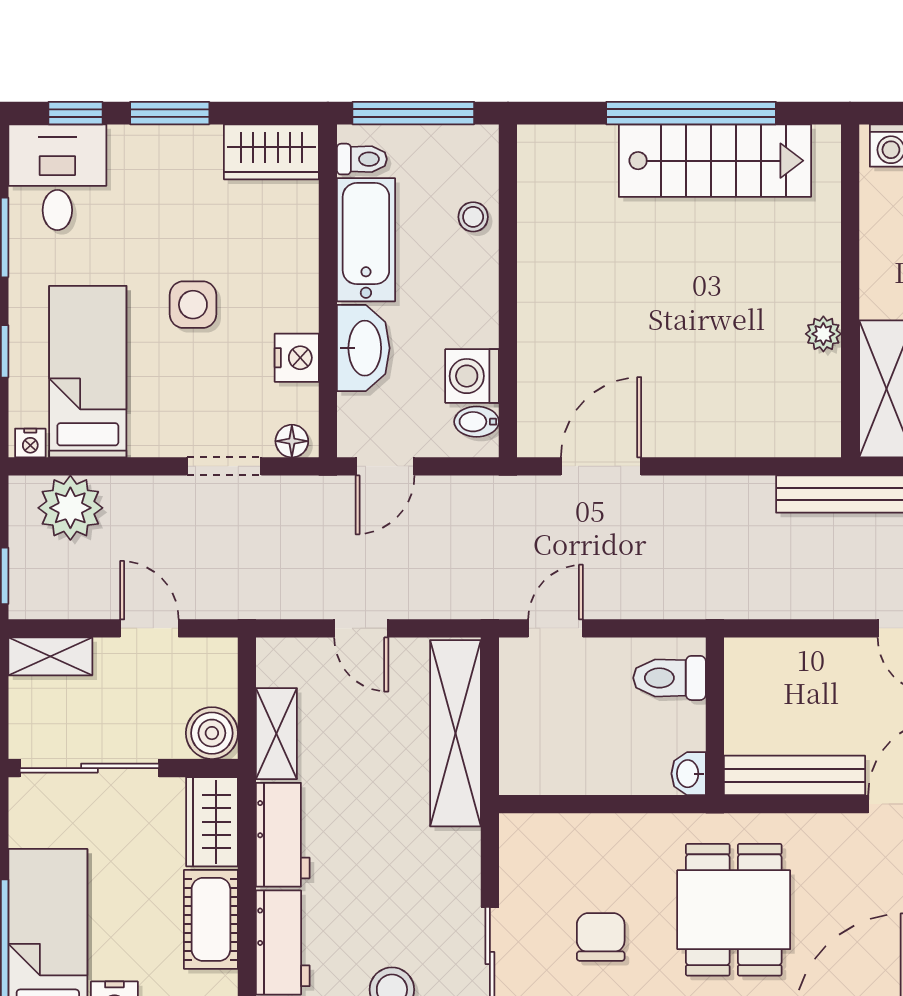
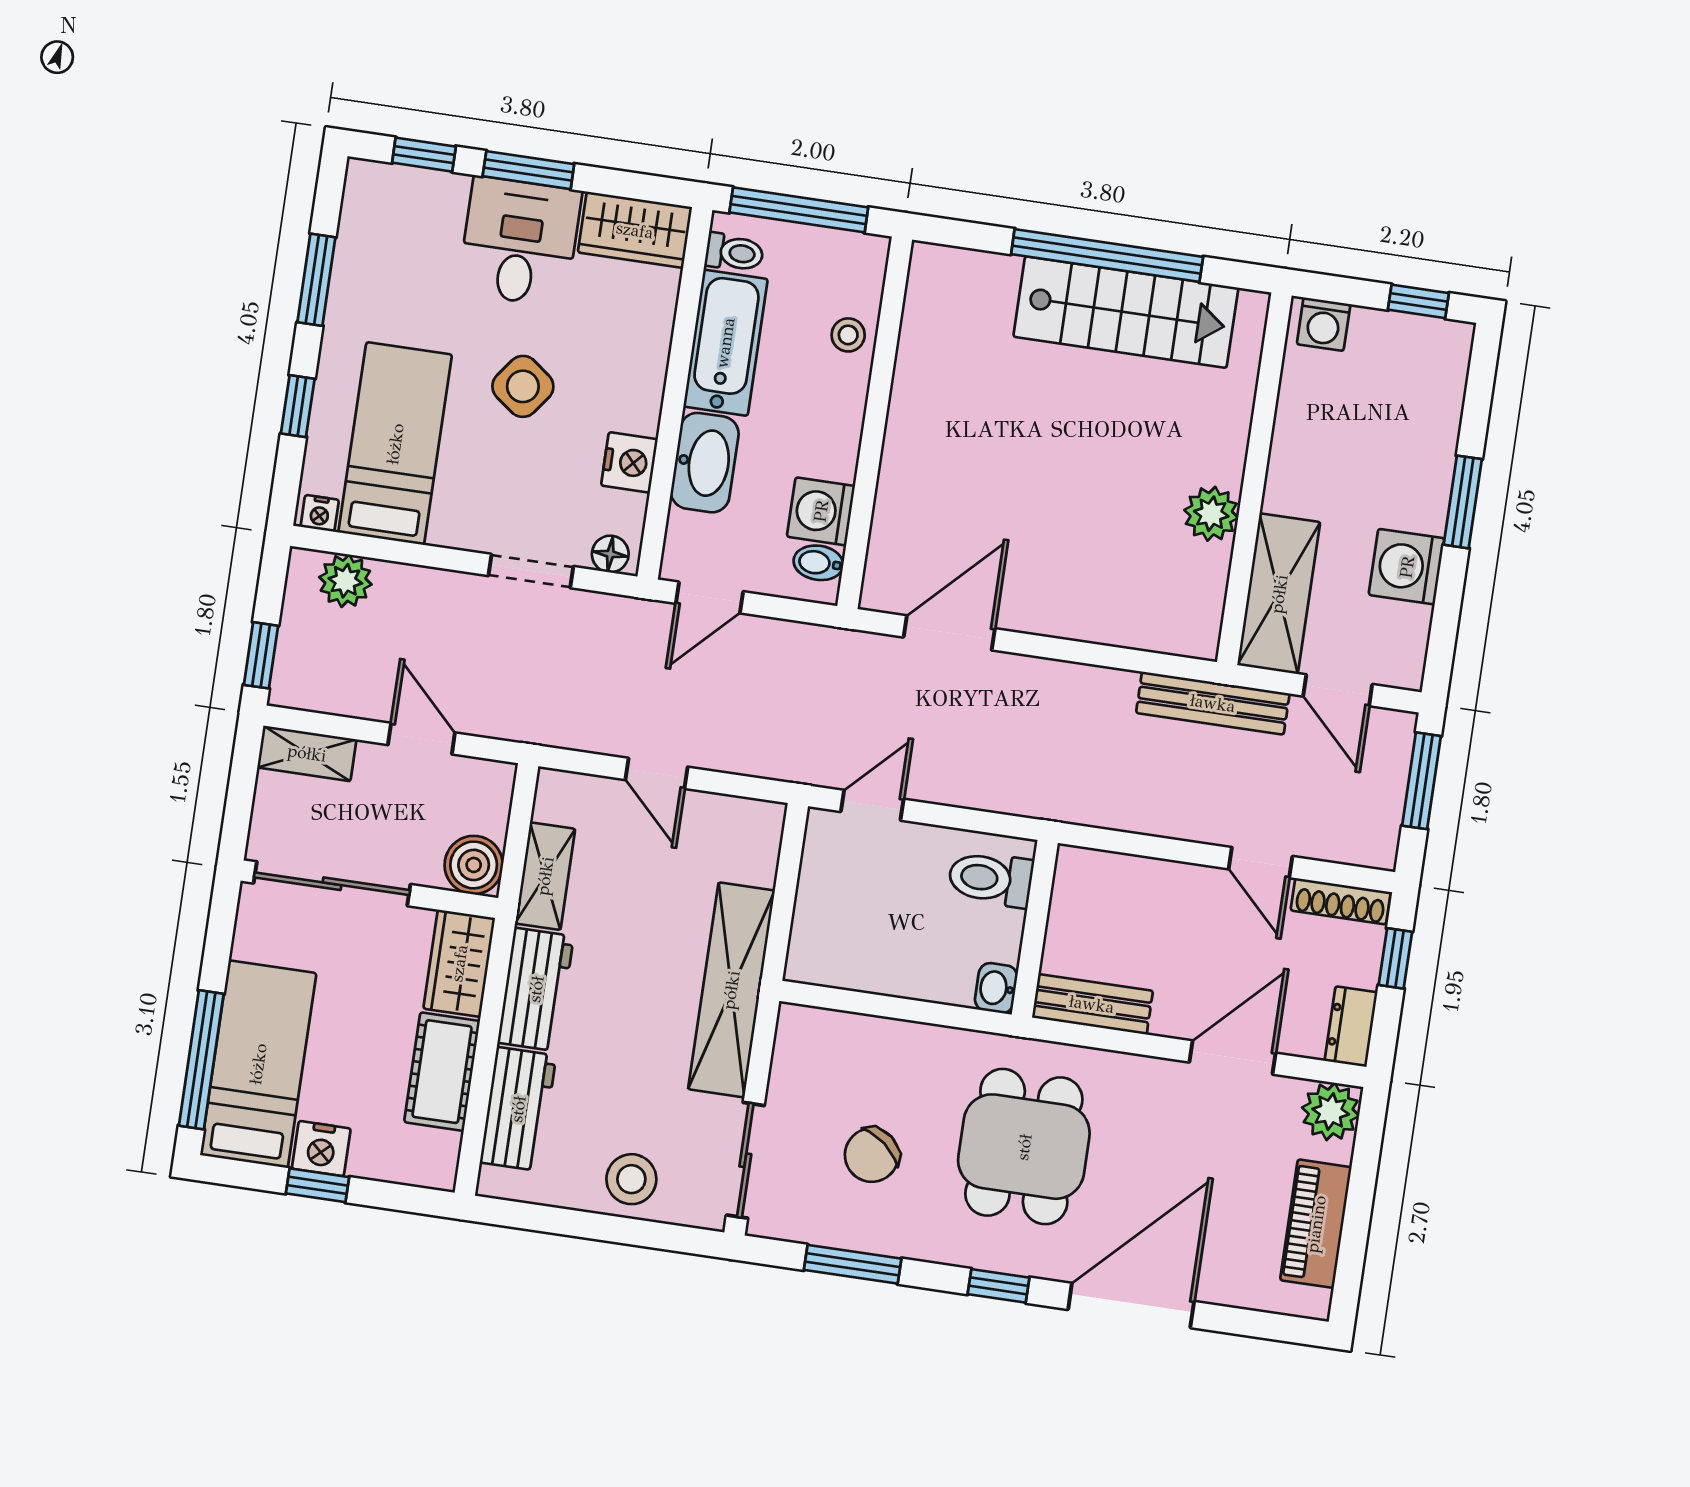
desk: (57, 177) -> (520, 242), moved
side table: (193, 305) -> (523, 386), turned 37
plant: (823, 334) -> (1211, 514), width x1.38, depth x1.38
plant: (70, 508) -> (345, 581), width x0.73, depth x0.73
shelving: (455, 733) -> (731, 990), moved
bench: (794, 775) -> (1092, 1004), width x0.73
chair: (601, 937) -> (872, 1155), turned -141

